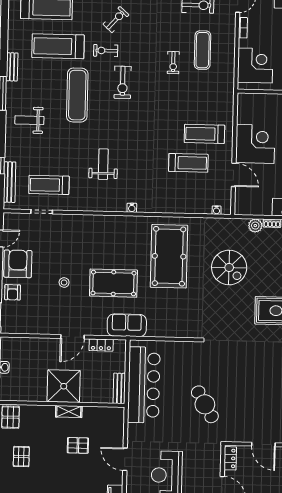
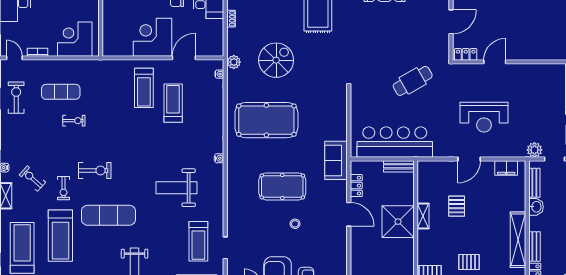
weight bench: (103, 164) -> (176, 188), width x1.36, depth x1.33
plant: (255, 226) -> (234, 62), moved
pool table: (113, 283) -> (282, 186), moved, turned 90

